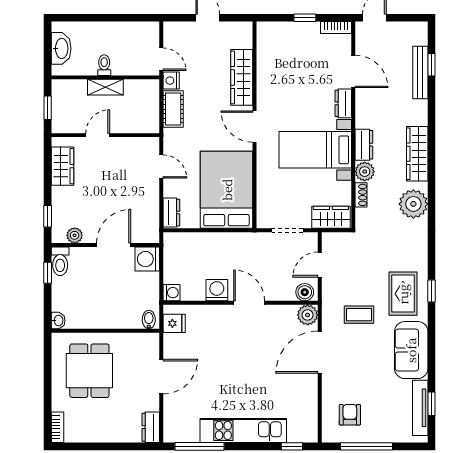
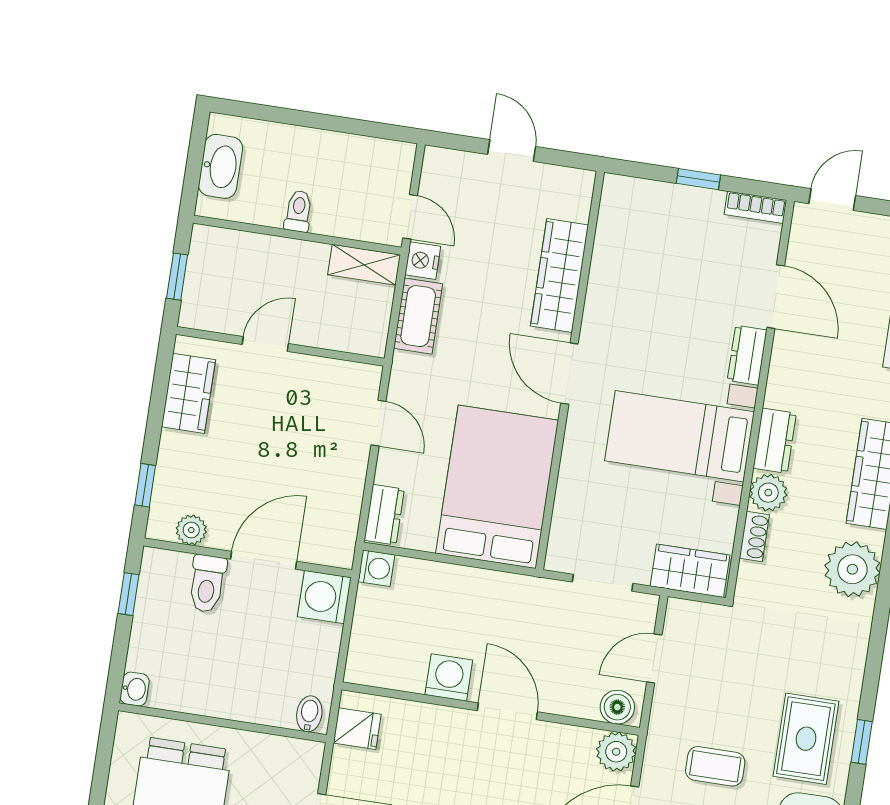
shelving: (105, 87) -> (364, 265), moved
toilet: (60, 261) -> (207, 584), moved
washing machine: (172, 293) -> (376, 568), moved

